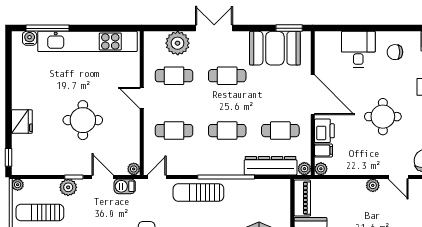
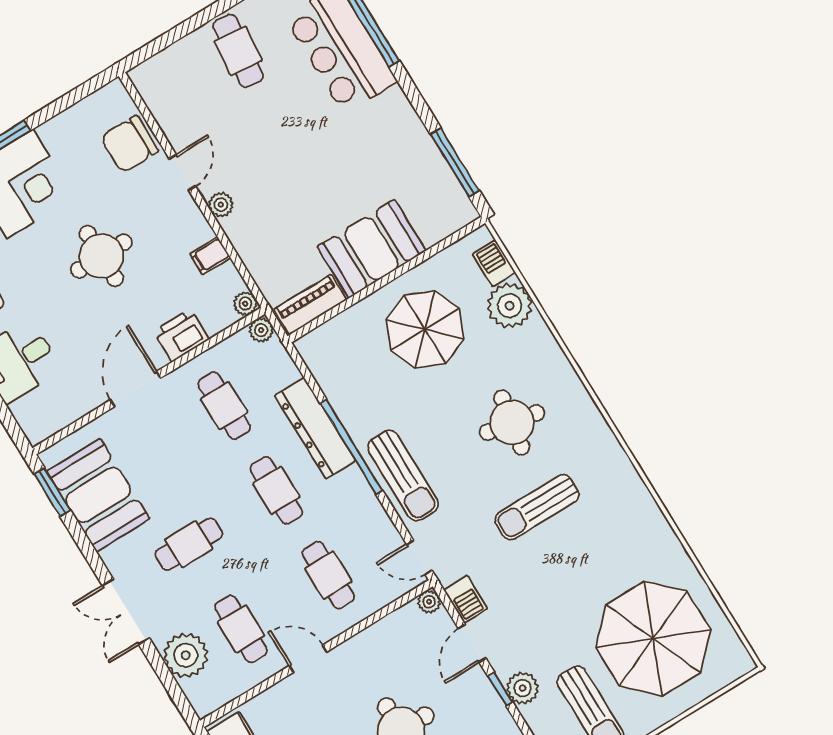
cafe table: (227, 76) -> (189, 544), turned 90
door: (313, 95) -> (136, 389), width x0.73
door: (142, 98) -> (308, 659), swing flipped
filing cabinet: (323, 150) -> (210, 256), moved, turned -90
dresser: (271, 166) -> (315, 428), moved

